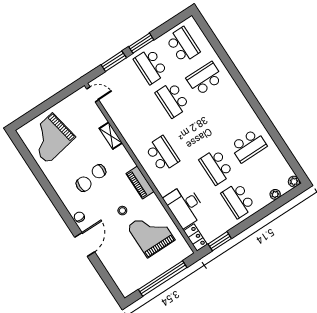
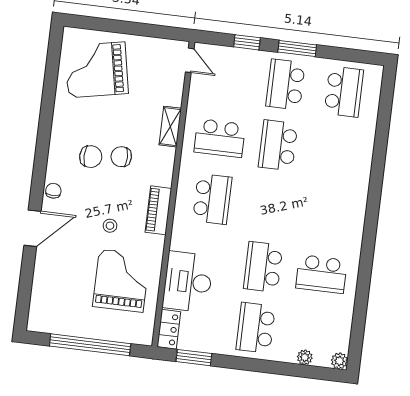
window: (114, 61) -> (247, 42), width x0.67
school desk: (205, 79) -> (220, 138), moved, turned 180

